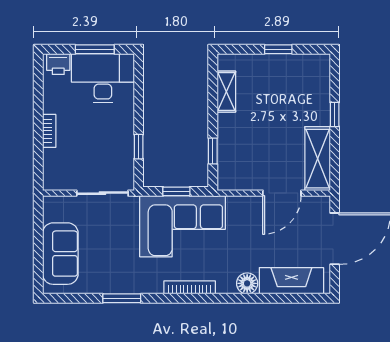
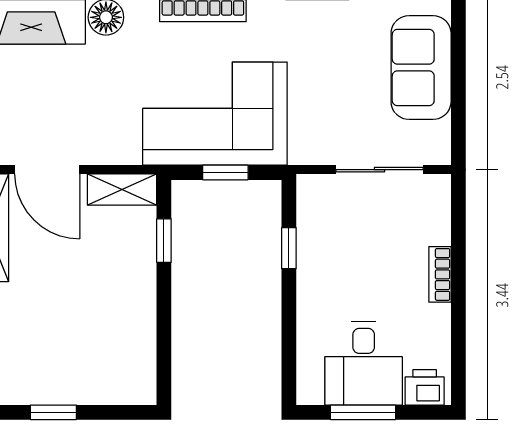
desk: (103, 78) -> (364, 363), width x0.73
shelving: (226, 92) -> (122, 190), moved, turned 90
sliding door: (102, 193) -> (380, 170), moved
door: (282, 193) -> (47, 170), swing flipped

